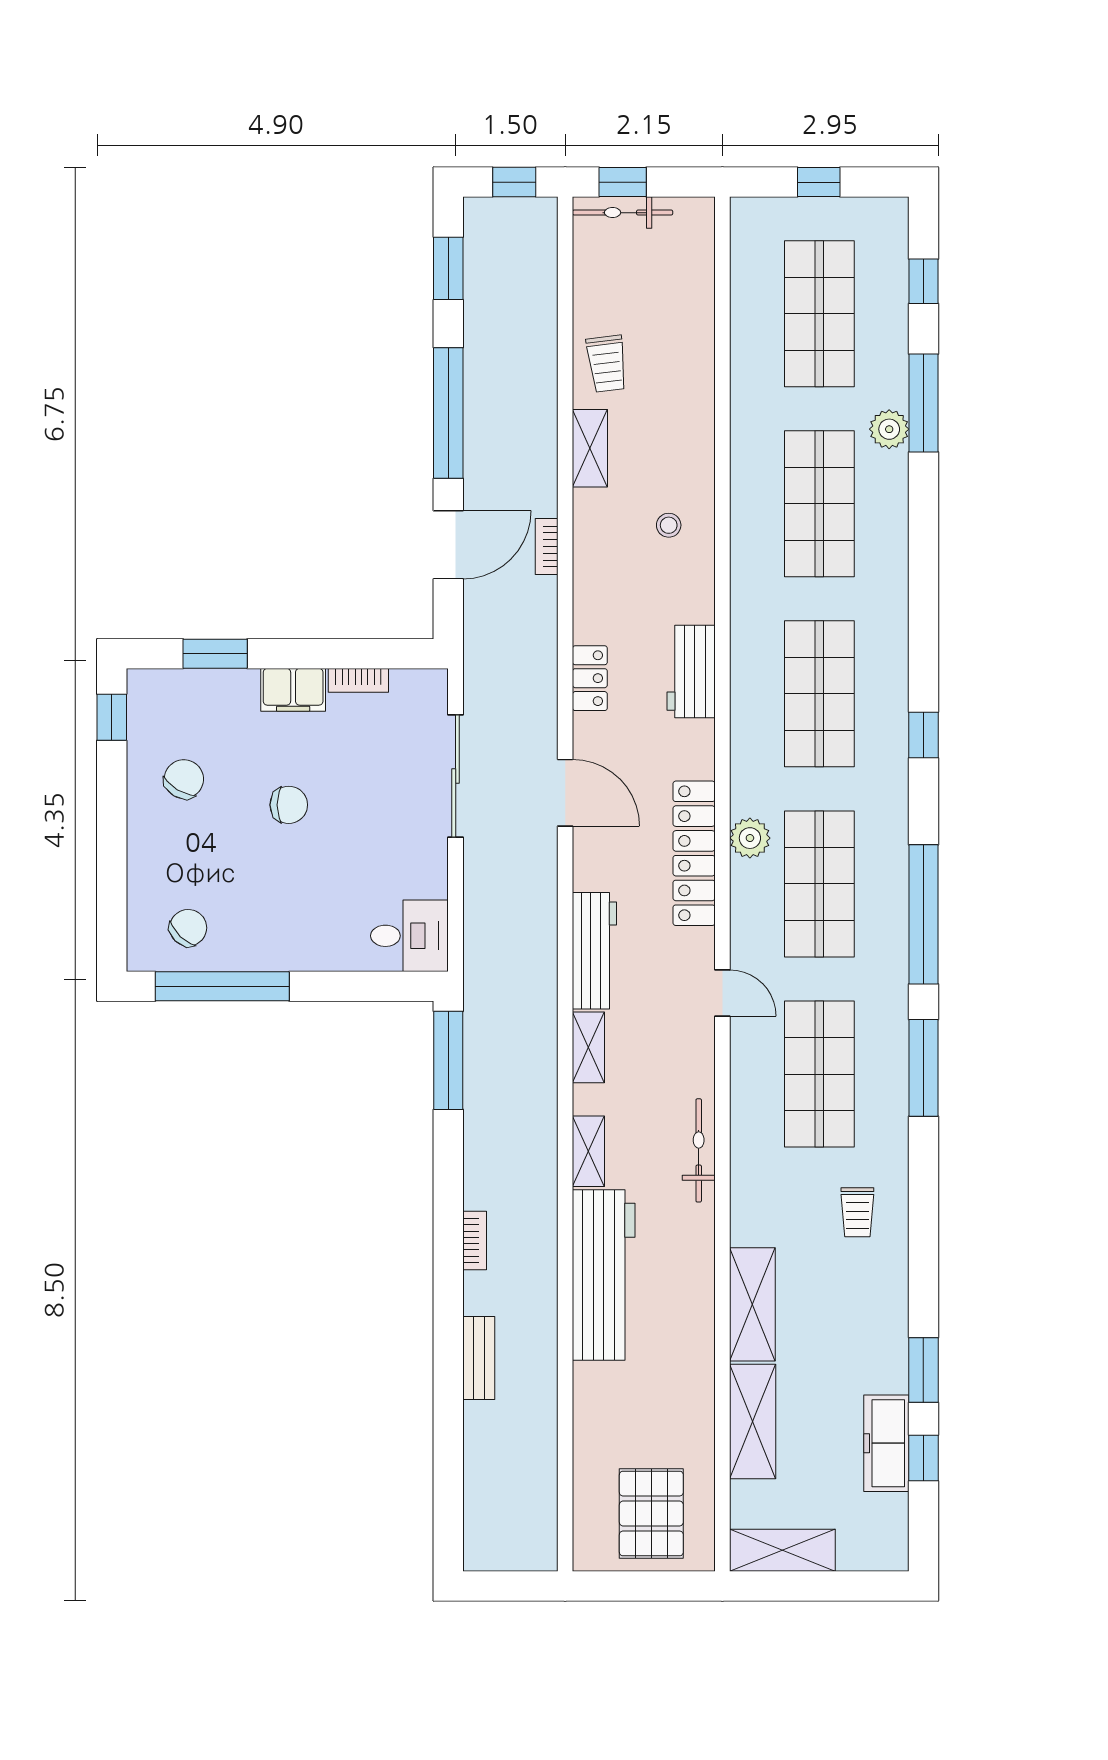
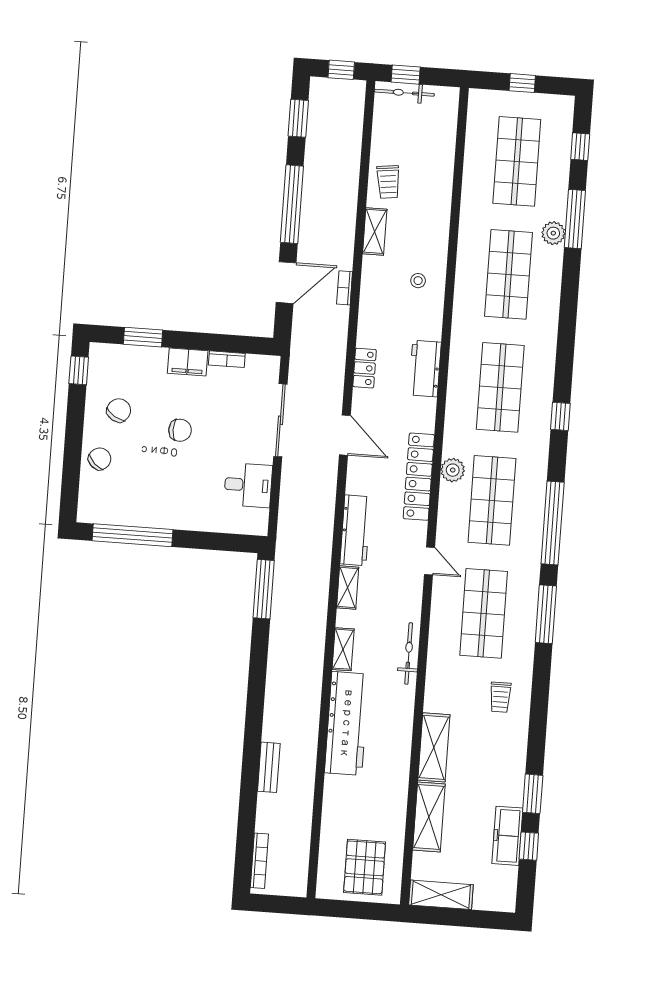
chair: (188, 928) -> (100, 459), moved
desk: (409, 936) -> (248, 485), moved
bookcase: (475, 1241) -> (259, 861), moved, width x1.56

